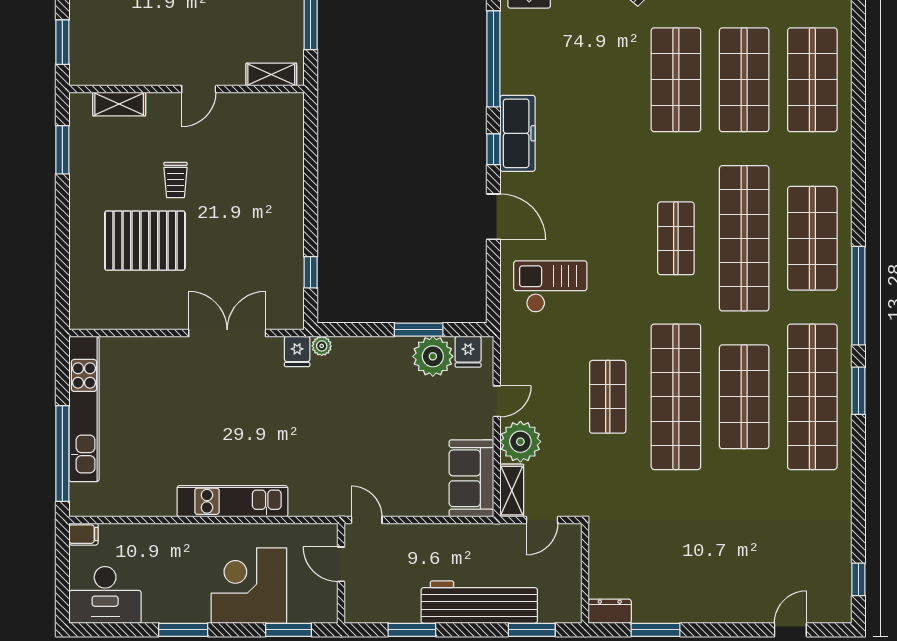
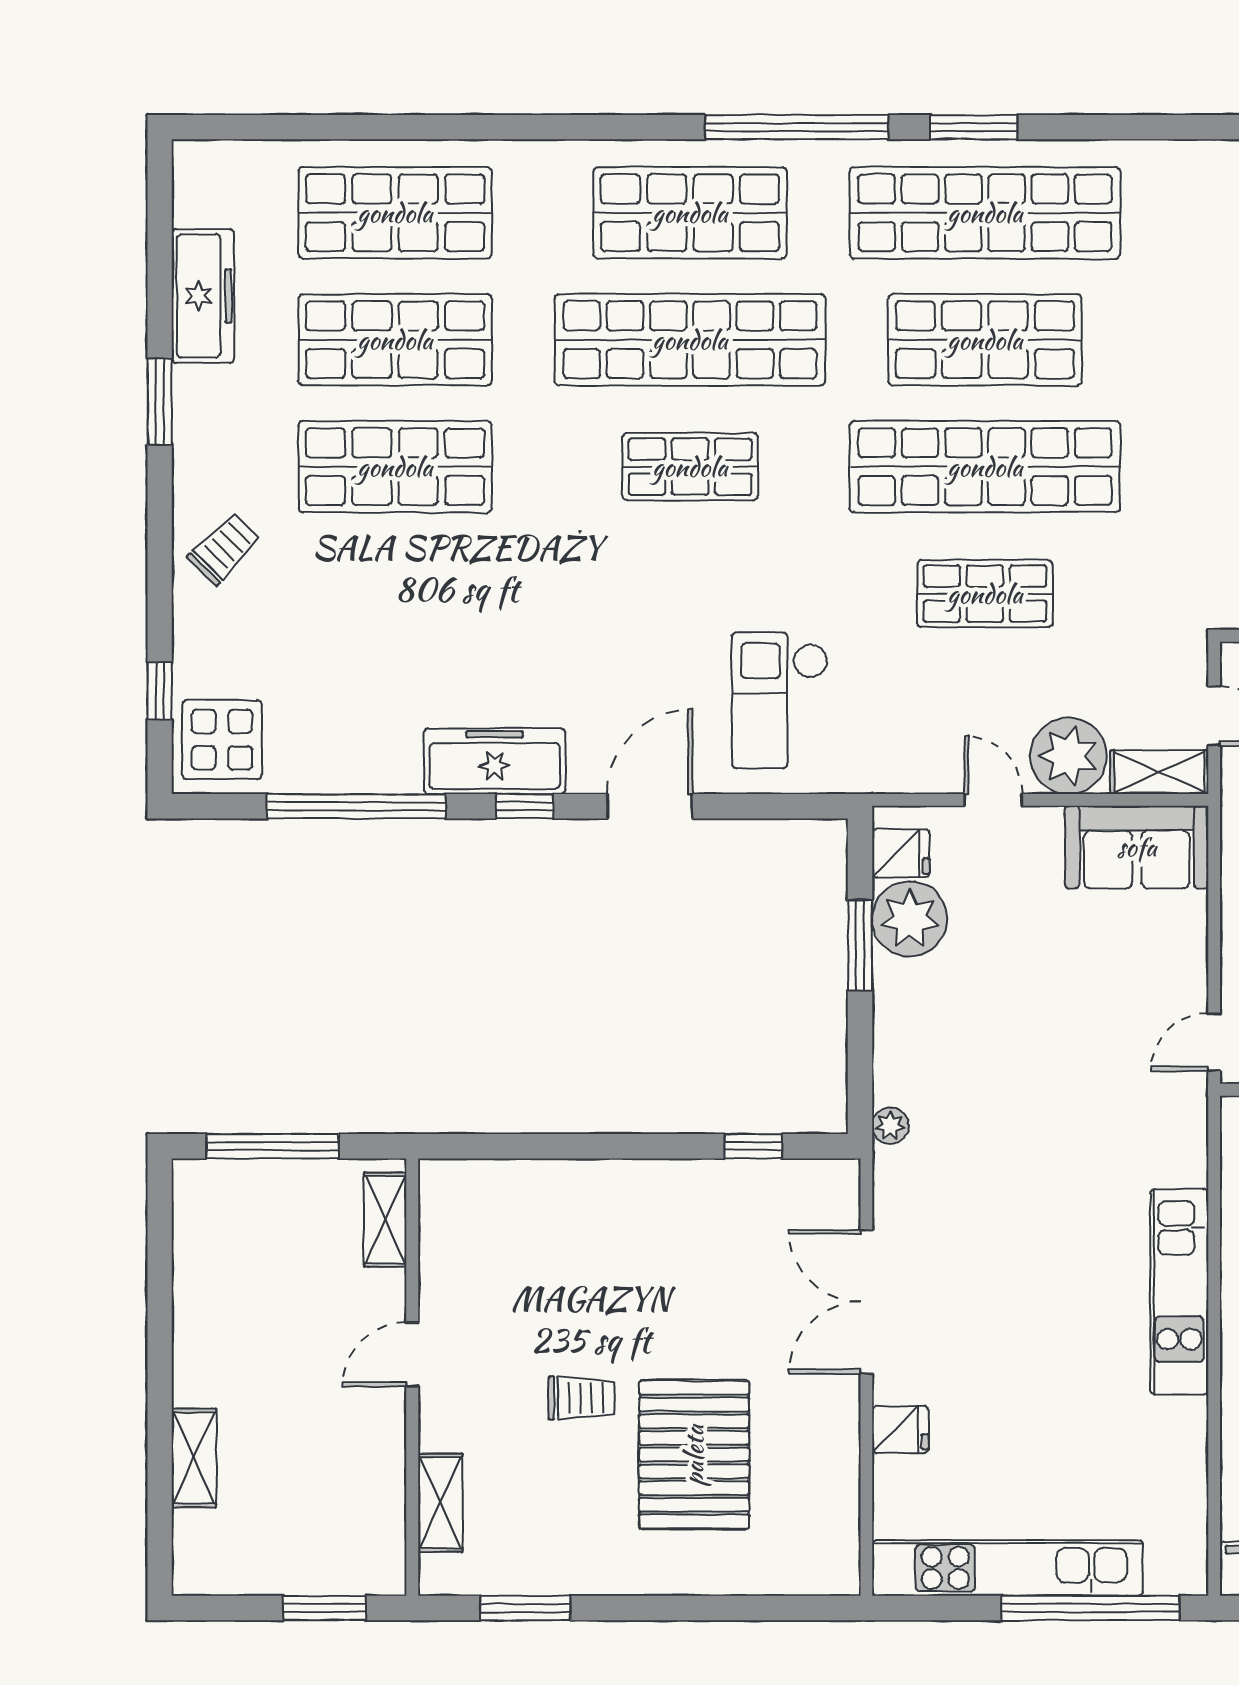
door: (199, 89) -> (412, 1355), swing flipped
fridge: (297, 351) -> (900, 1429), moved

